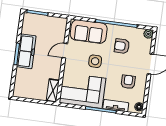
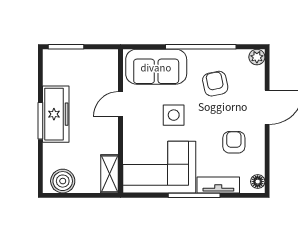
armchair: (122, 46) -> (215, 84), turned 78
boiler: (25, 91) -> (63, 181), added

